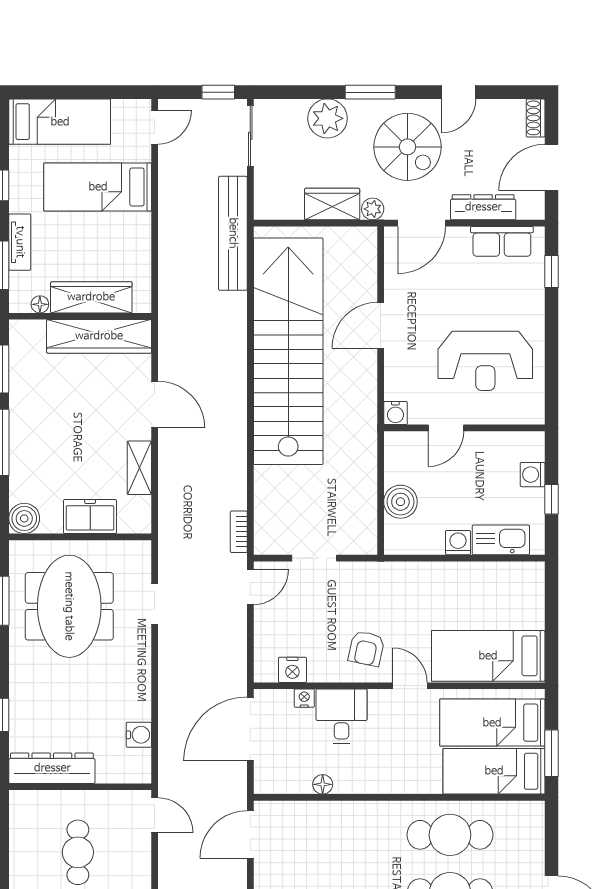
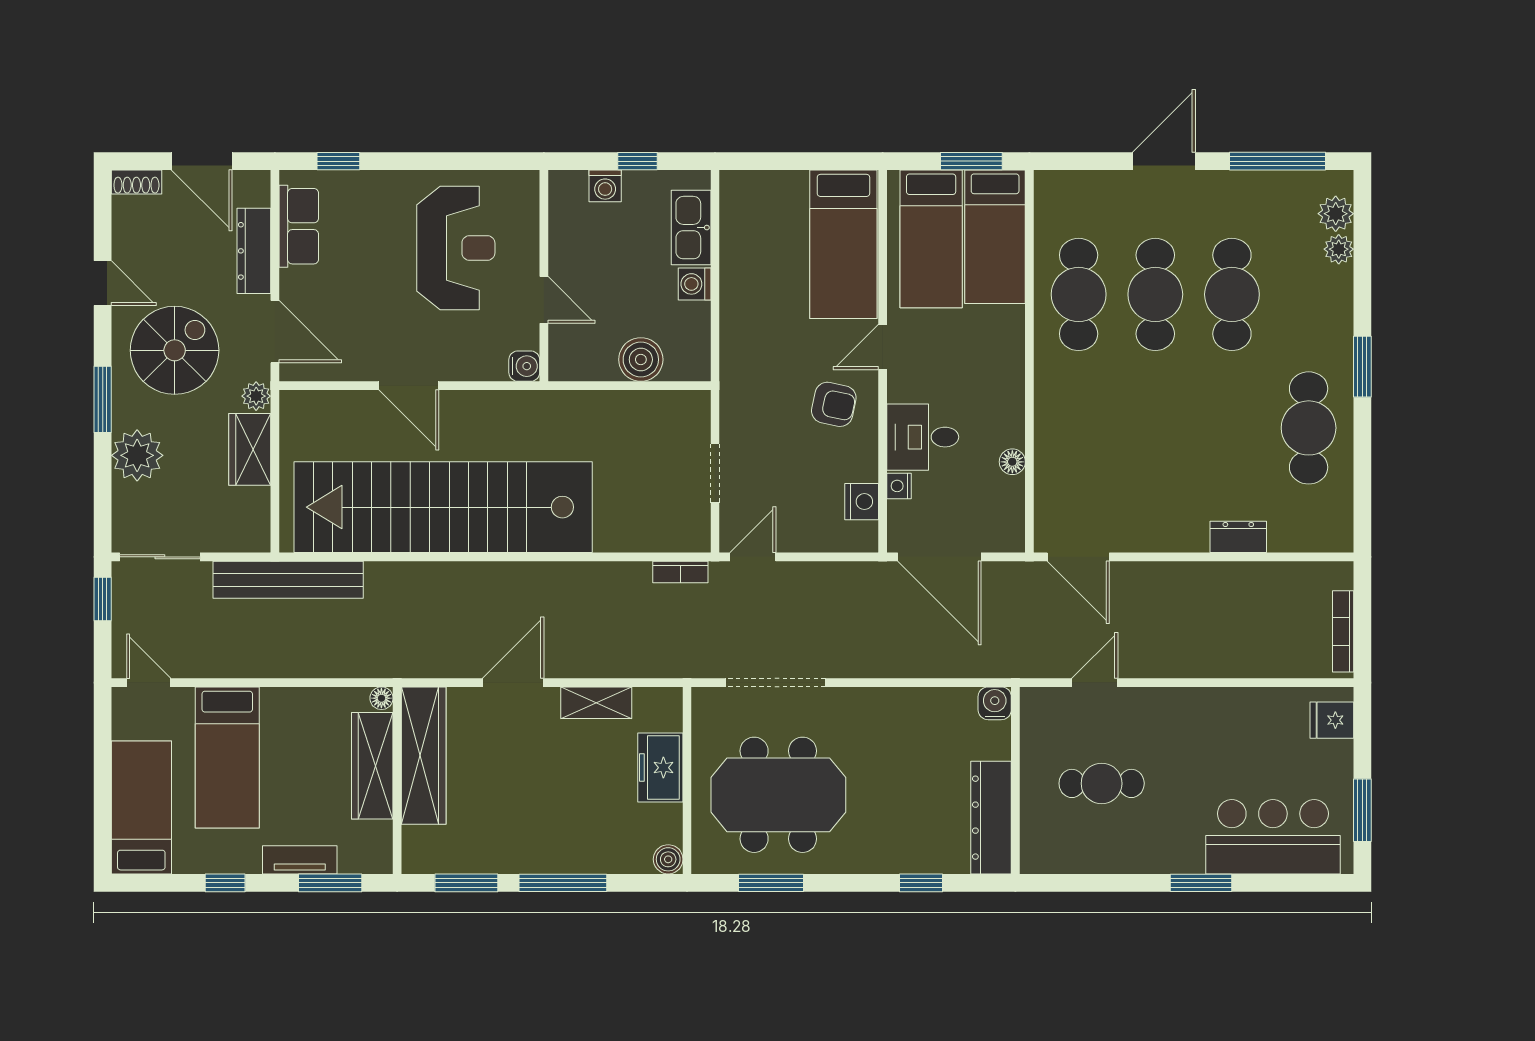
floor lamp: (40, 304) -> (381, 698), moved
boiler: (24, 518) -> (668, 859), width x0.73, depth x0.73
door: (250, 587) -> (753, 557), hinge flipped
doorway: (155, 604) -> (775, 683), width x1.88
water cooler: (139, 735) -> (995, 703), moved
door: (155, 815) -> (1095, 683), moved

